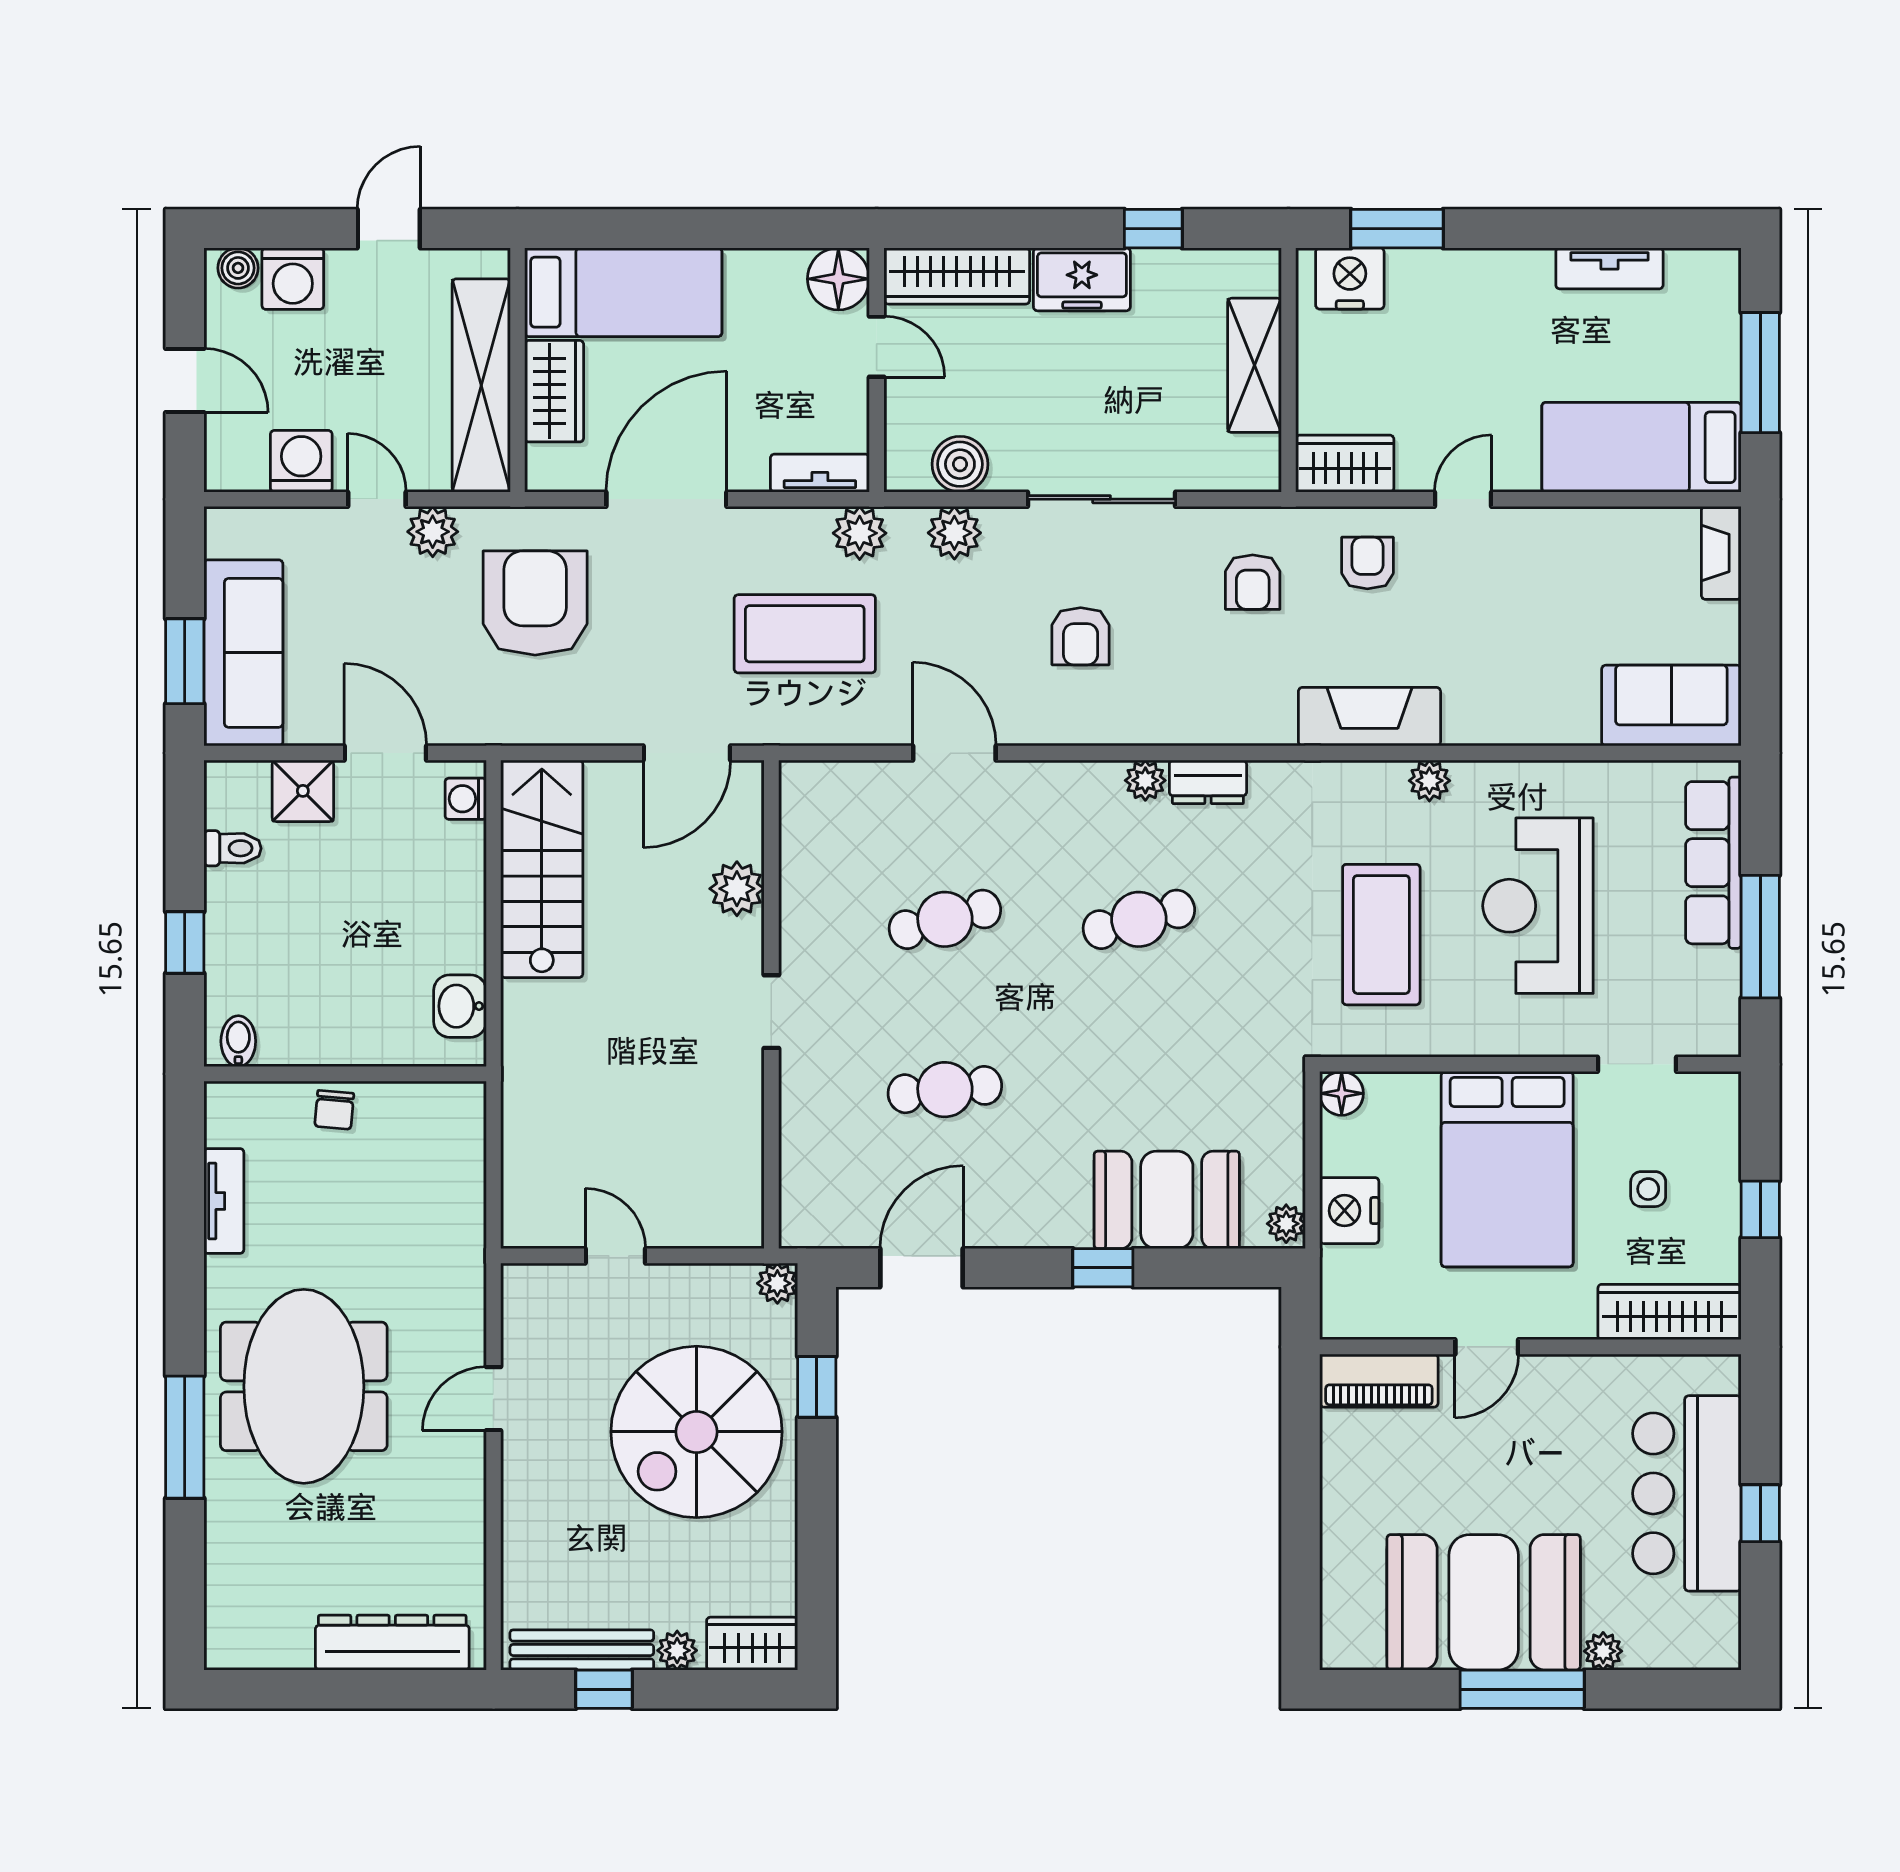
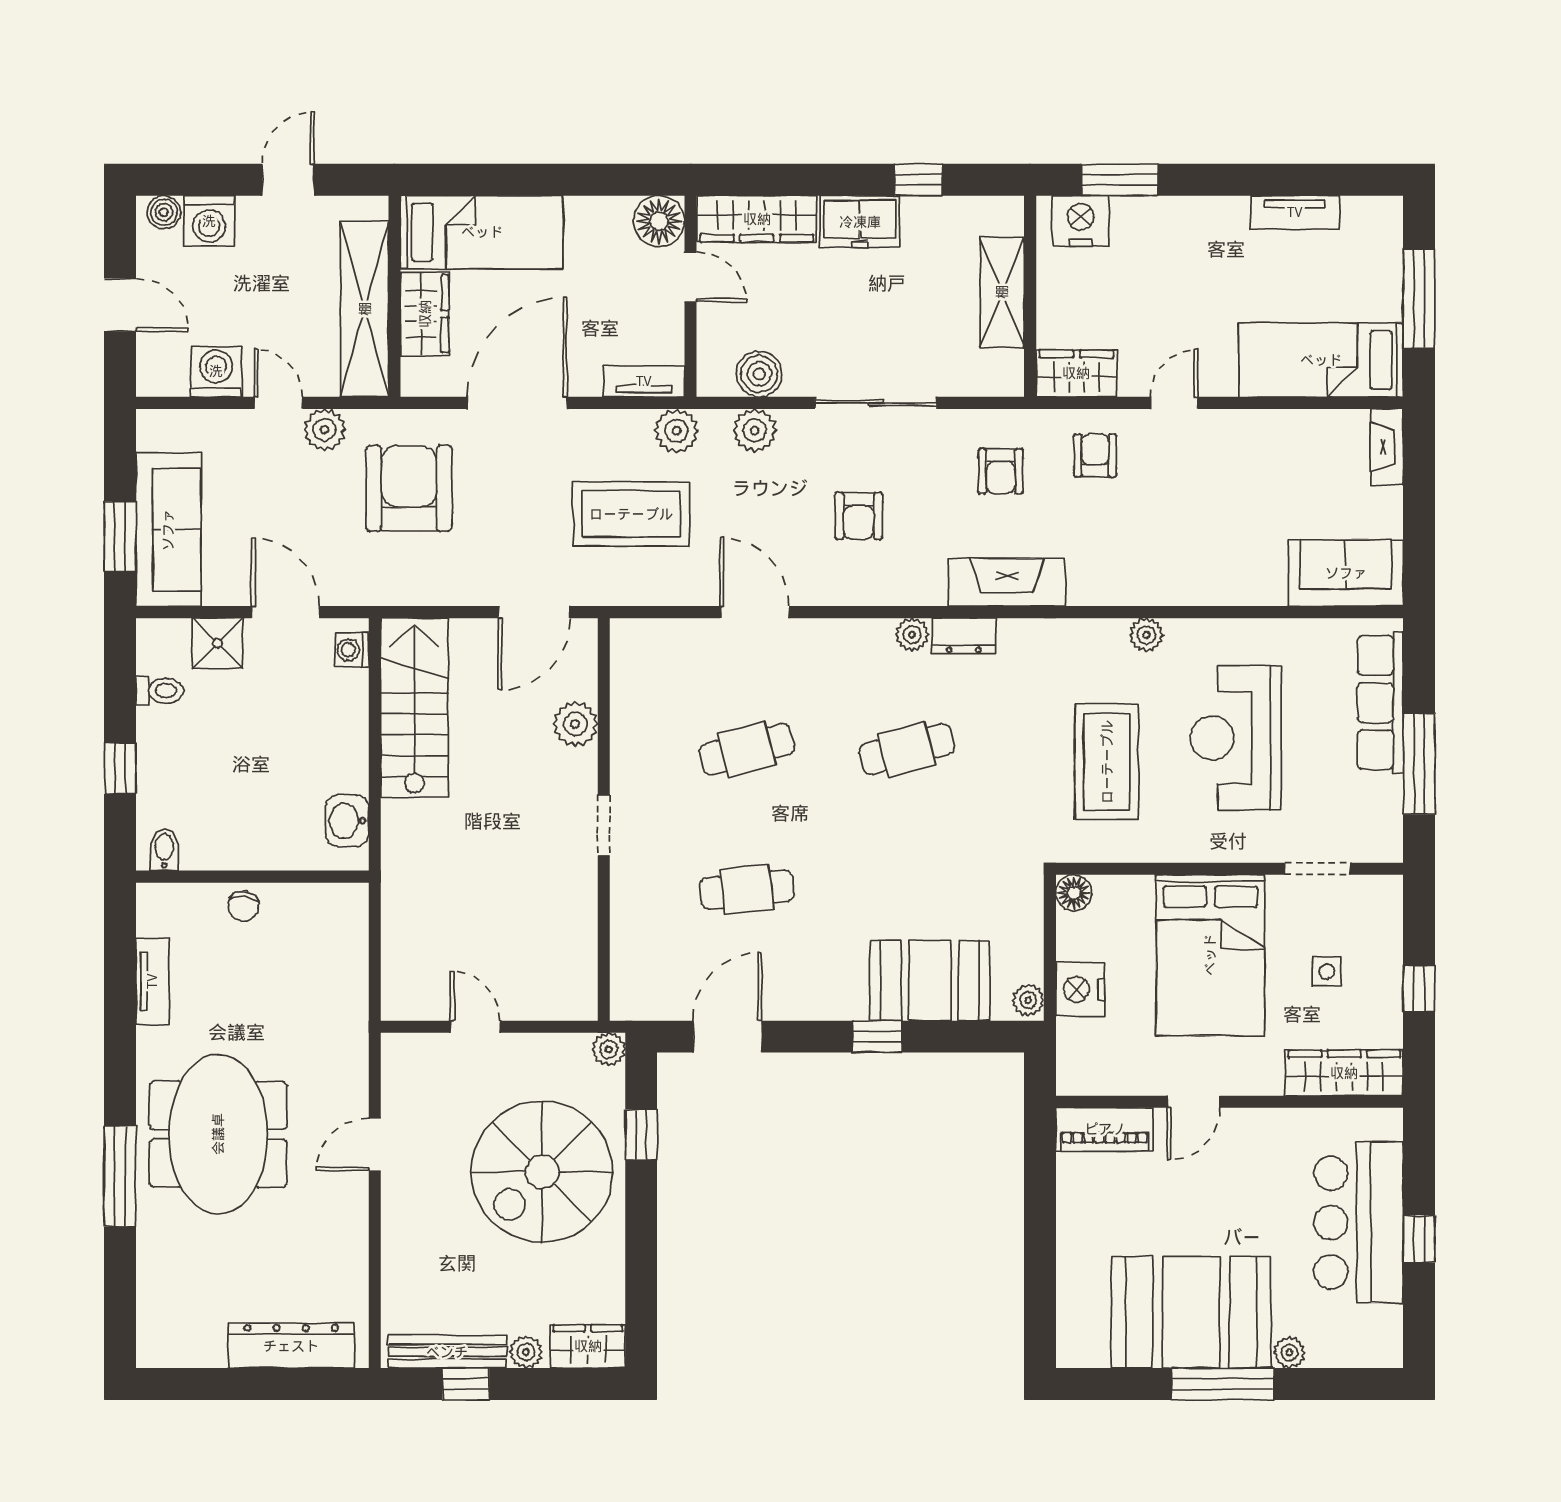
fireplace: (1369, 717) -> (1007, 582), moved

